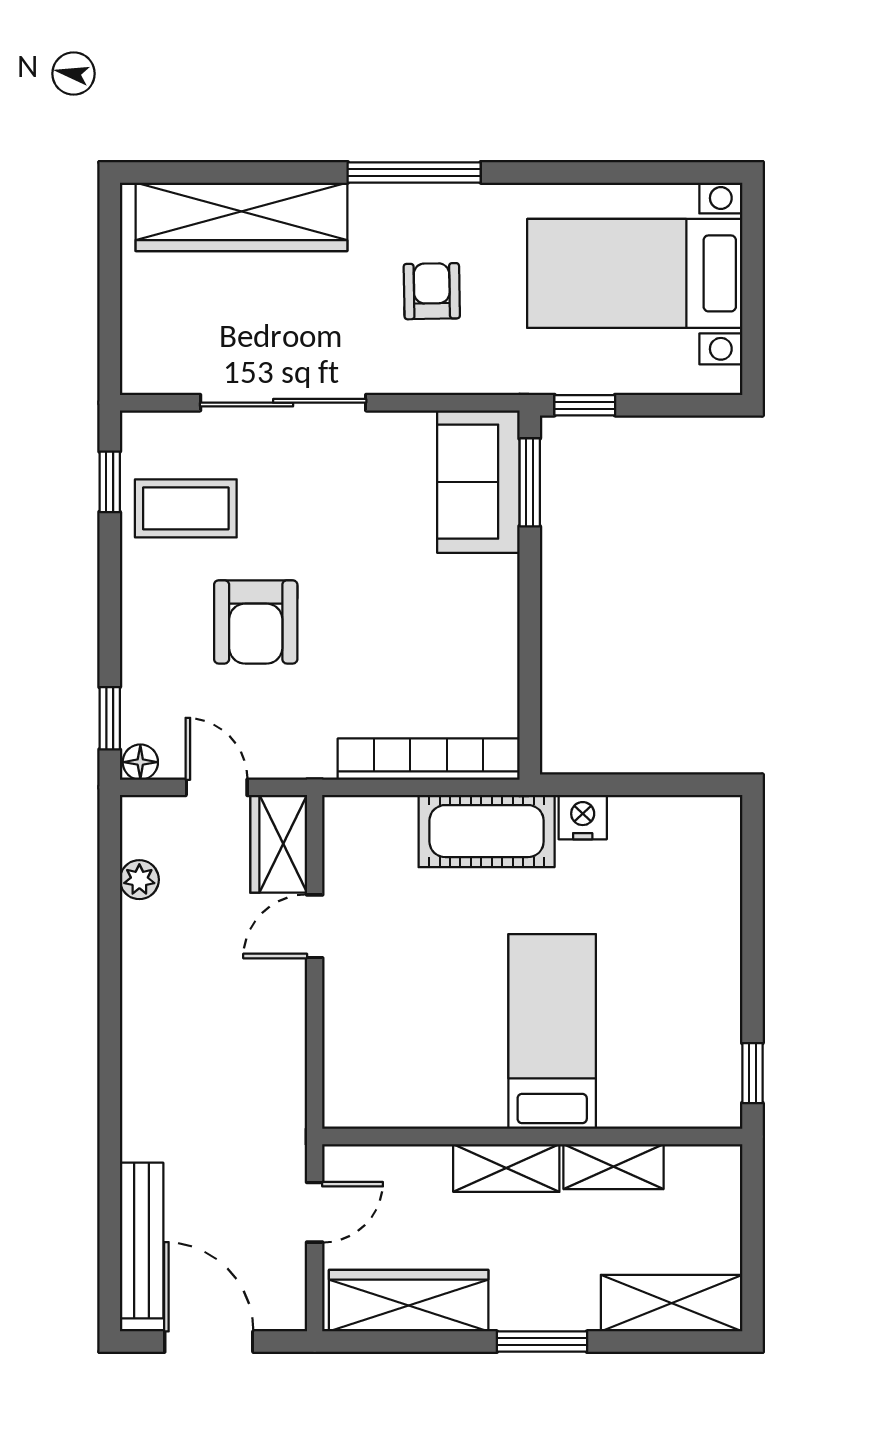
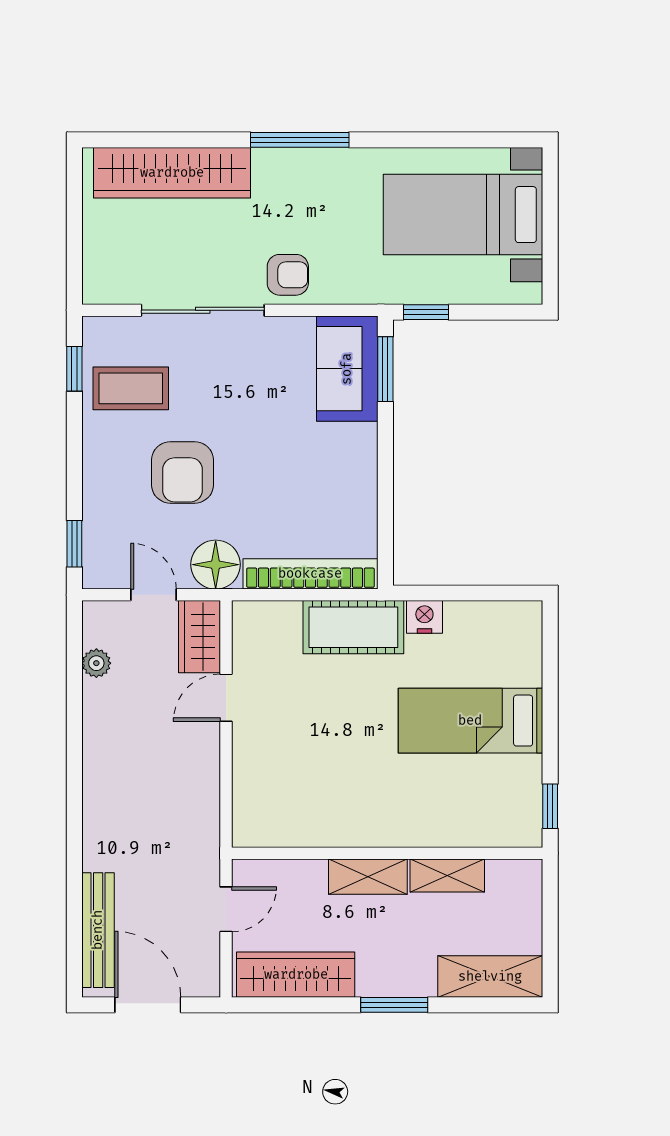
armchair: (432, 291) -> (288, 275), moved, turned 91
floor lamp: (140, 762) -> (216, 565), moved, width x1.89, depth x1.89
bed: (552, 1032) -> (470, 721), moved, turned -90

